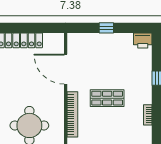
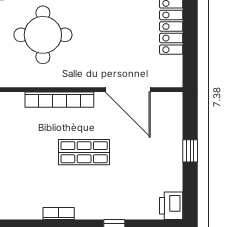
door: (66, 69) -> (128, 90), swing flipped
shop shelf: (107, 98) -> (84, 152), turned 90

